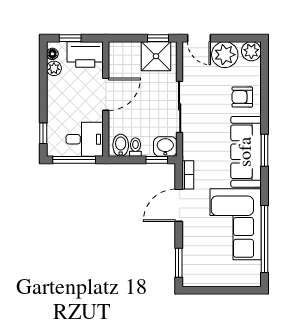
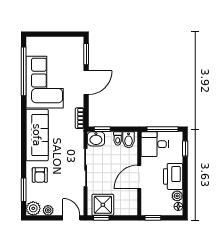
window: (70, 38) -> (153, 218), moved
printer: (85, 54) -> (173, 176), moved, turned -90
plant: (225, 55) -> (48, 210), width x0.53, depth x0.53
armchair: (242, 97) -> (40, 175), turned 90
window: (264, 150) -> (24, 190), moved
door: (179, 205) -> (86, 83), moved

